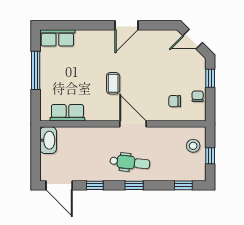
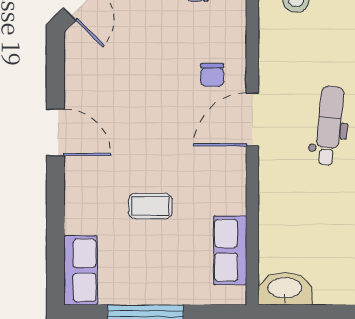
coffee table: (113, 83) -> (150, 206), moved
chair: (175, 101) -> (212, 75), moved

